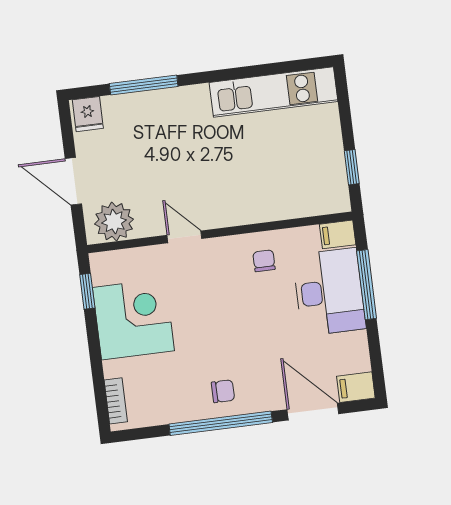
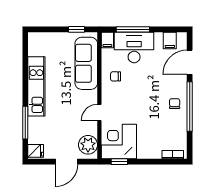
kitchen unit: (273, 92) -> (36, 86), moved
sofa: (283, 197) -> (86, 63), added
corner desk: (133, 319) -> (119, 141), moved
filing cabinet: (356, 387) -> (170, 41), moved

